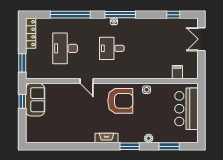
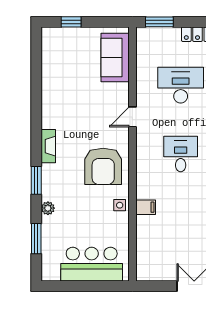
filing cabinet: (177, 72) -> (146, 207), moved
sofa: (35, 100) -> (115, 57), moved, turned 90
window: (22, 101) -> (71, 22), moved

